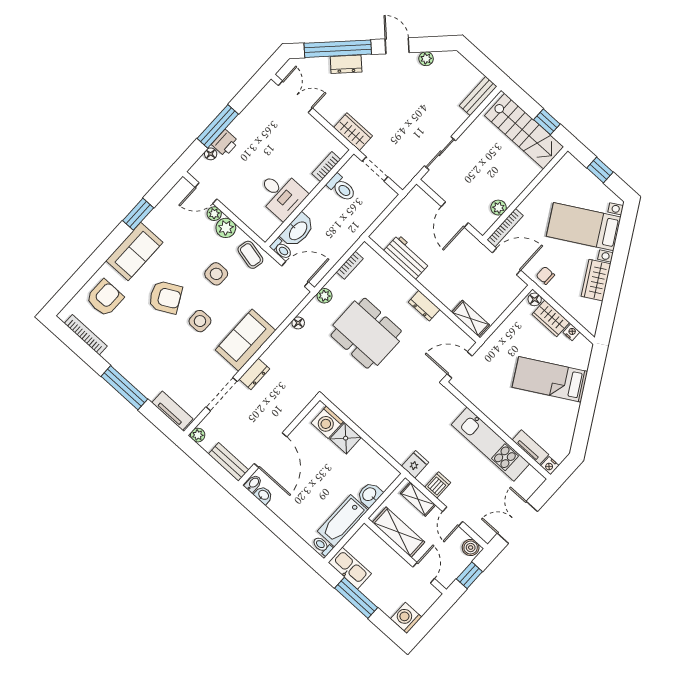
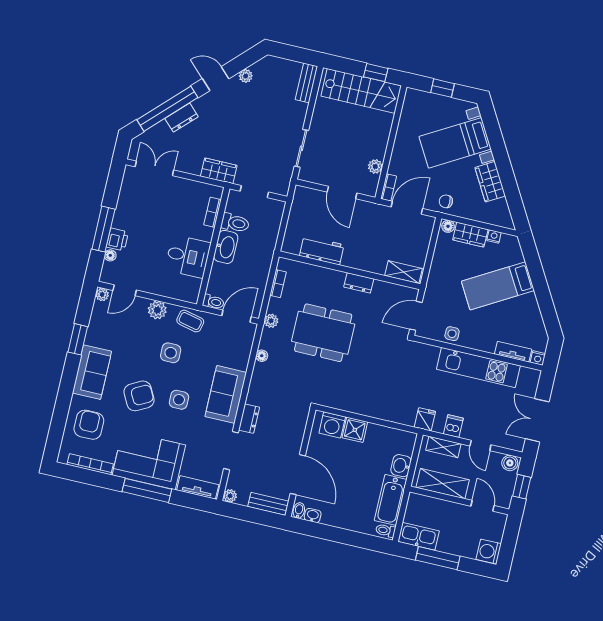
plant: (214, 214) -> (102, 294), moved
bookcase: (505, 228) -> (388, 187), width x0.64
washbasin: (298, 230) -> (226, 247), moved
corner sofa: (142, 361) -> (149, 460), added
side table: (484, 400) -> (452, 334), added

